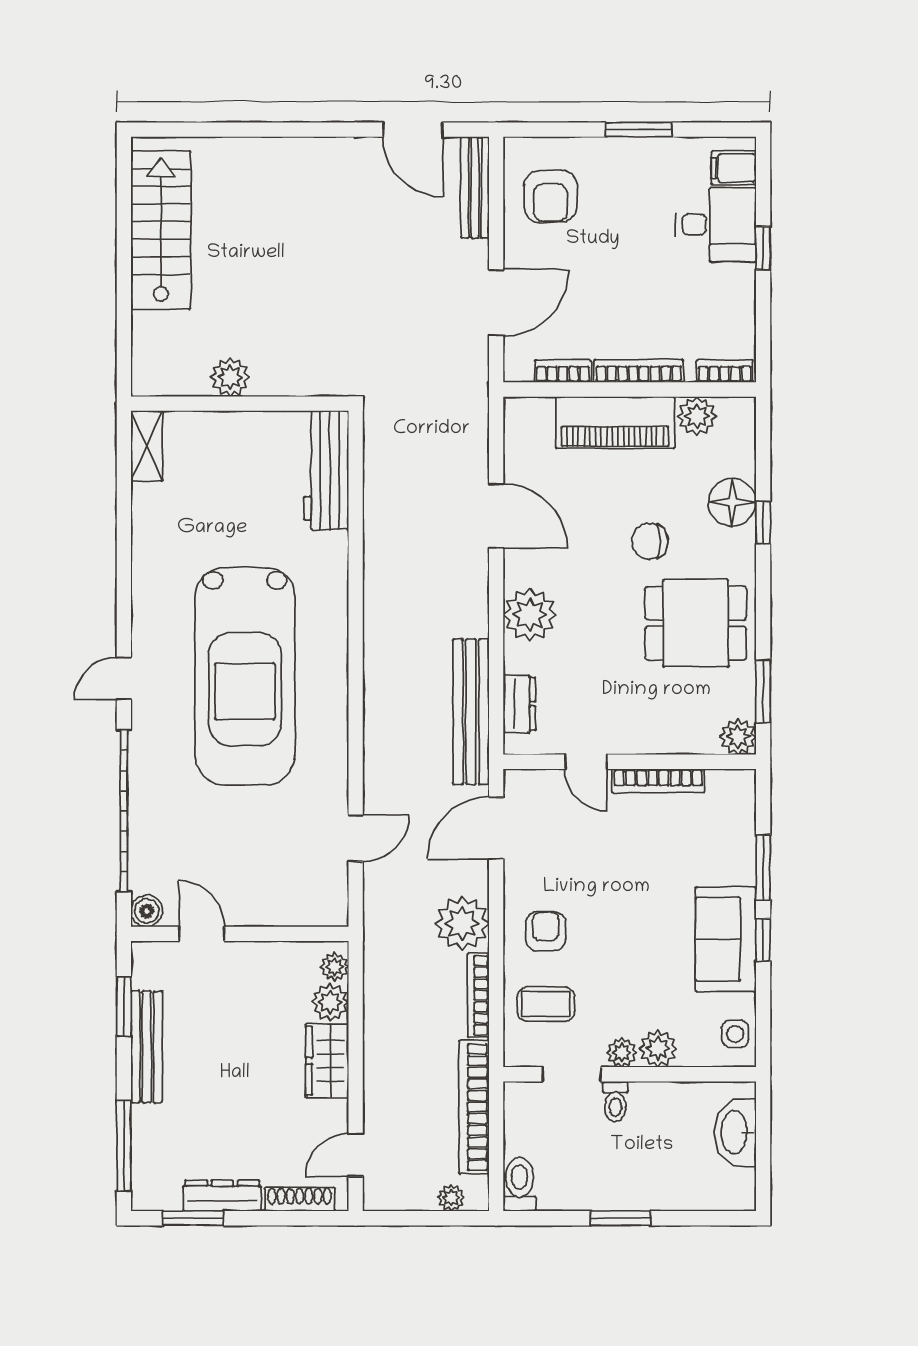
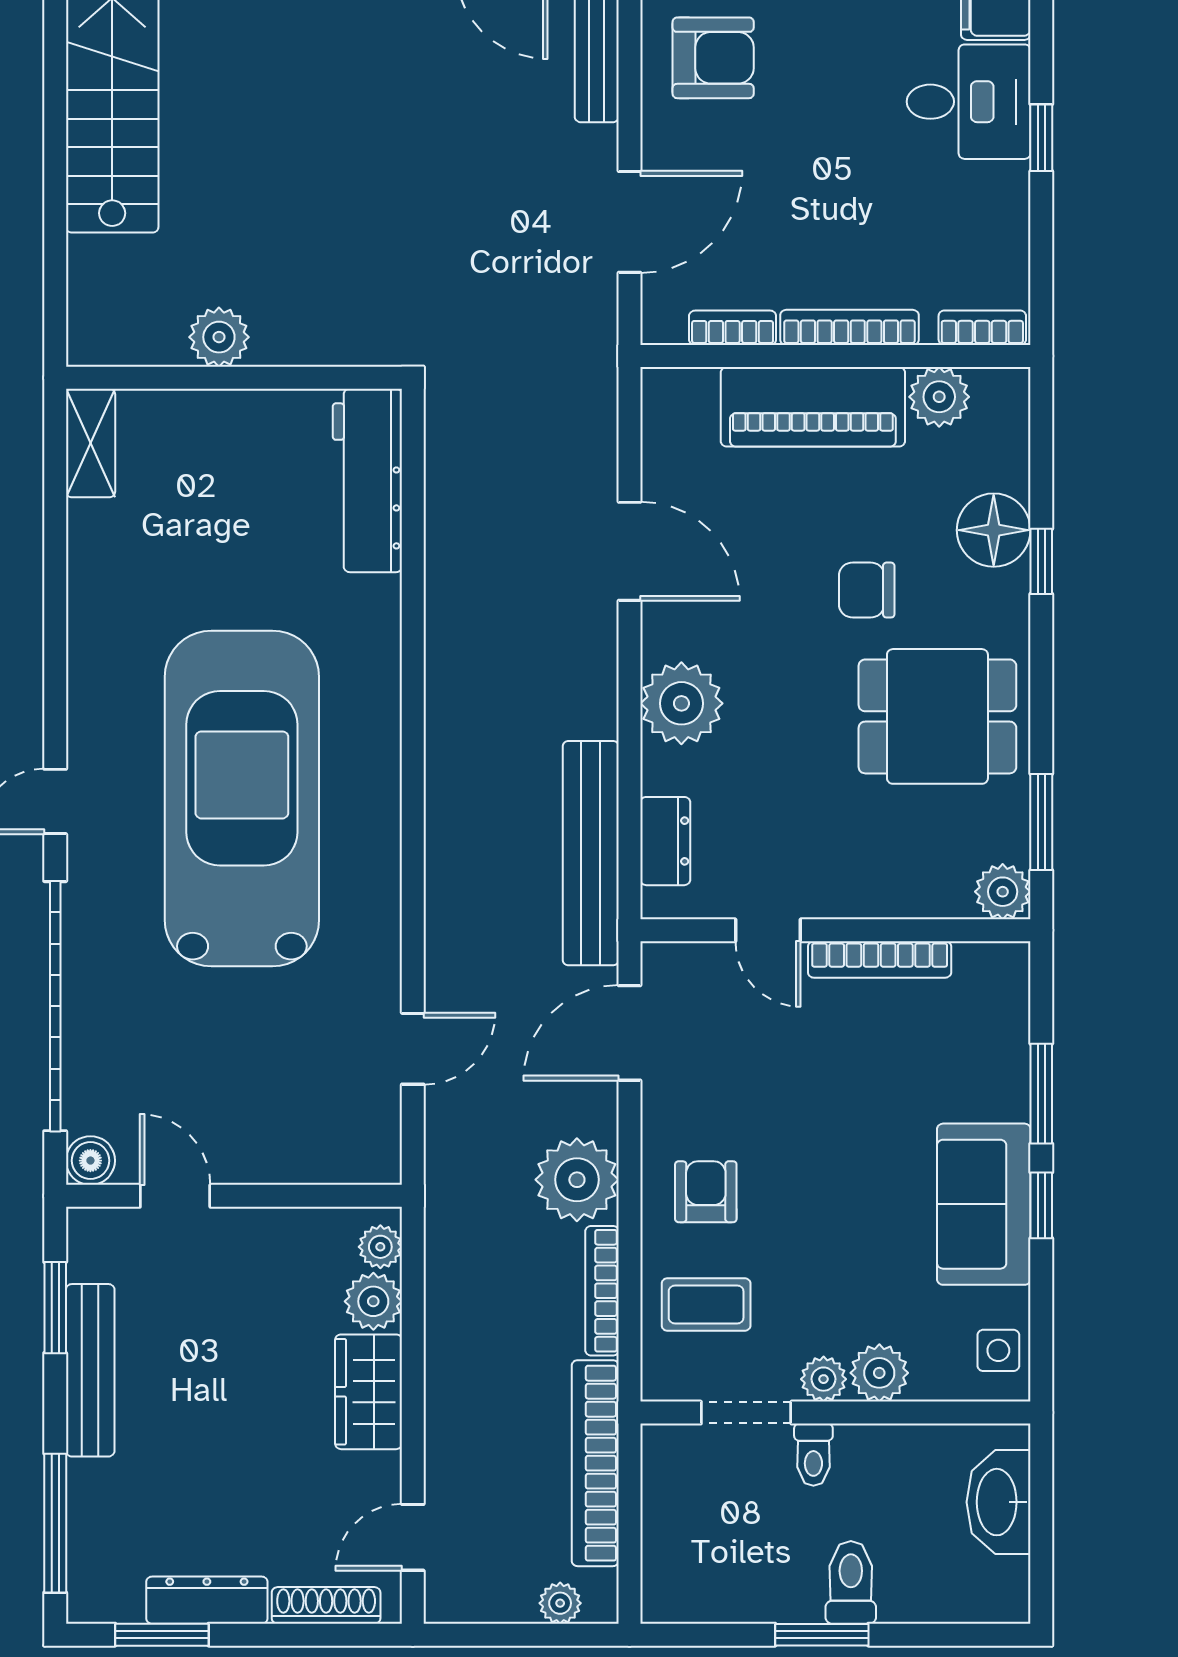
armchair: (550, 196) -> (713, 58), turned -89
car: (245, 676) -> (242, 798), turned 180
toilet: (519, 1184) -> (851, 1582), moved

